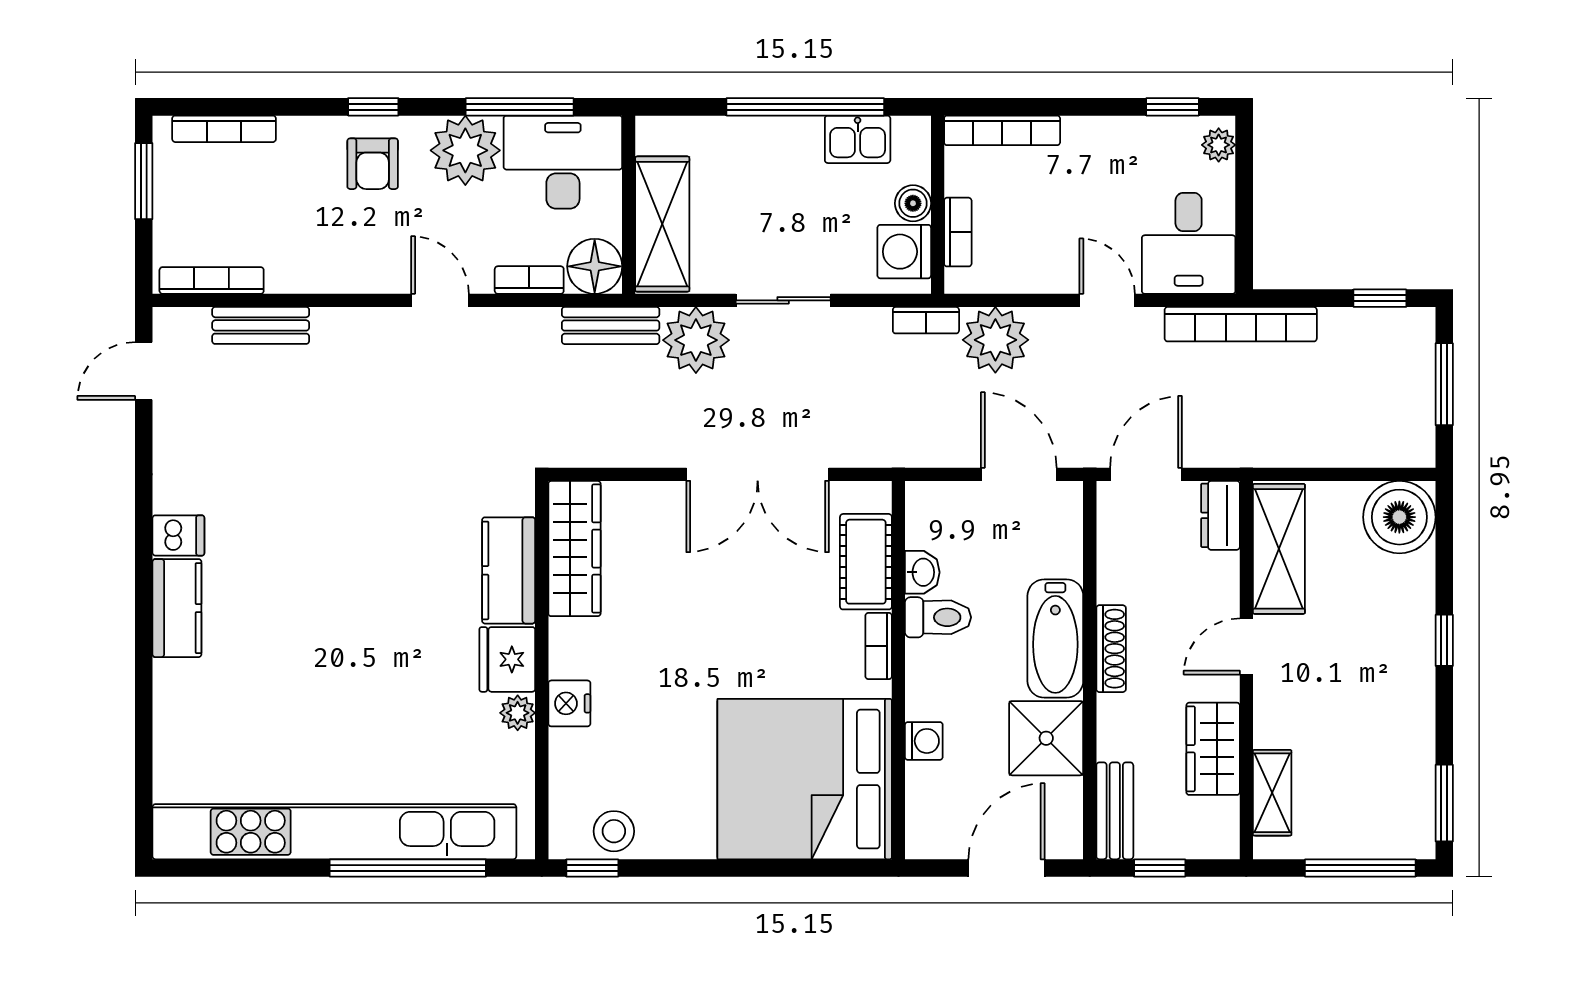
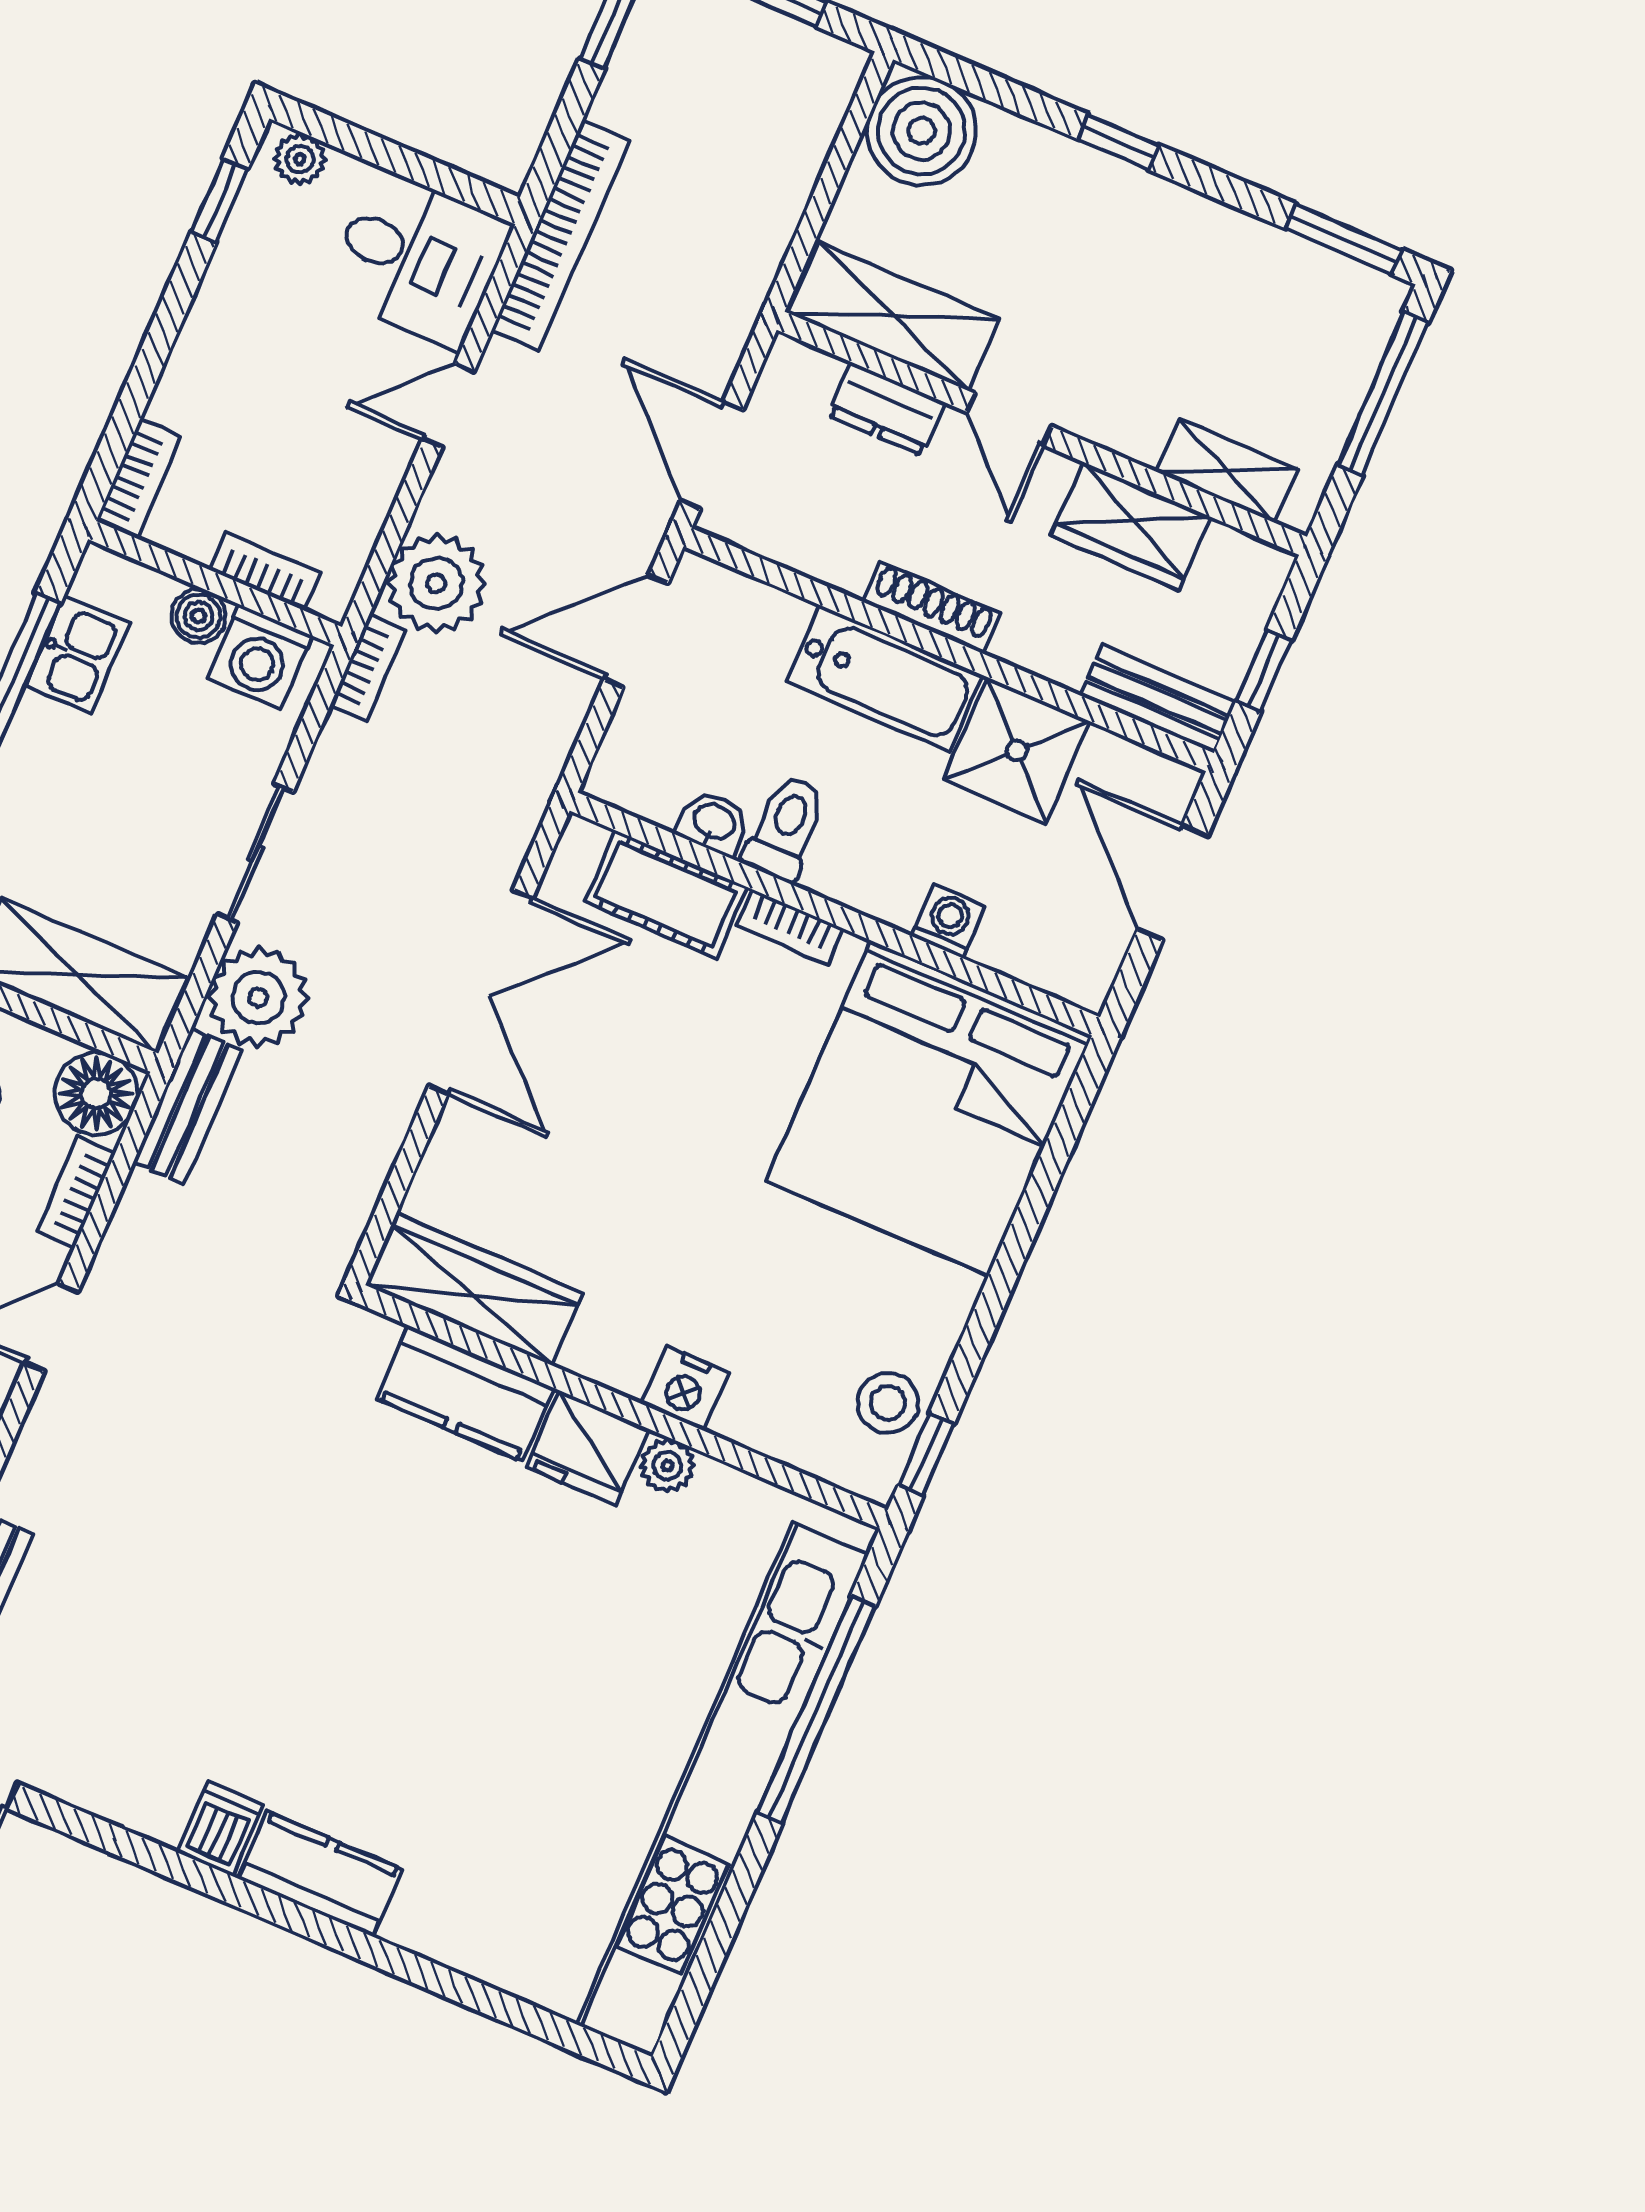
bookcase: (1002, 130) -> (138, 479), width x0.64
dresser: (1220, 515) -> (886, 409), moved

